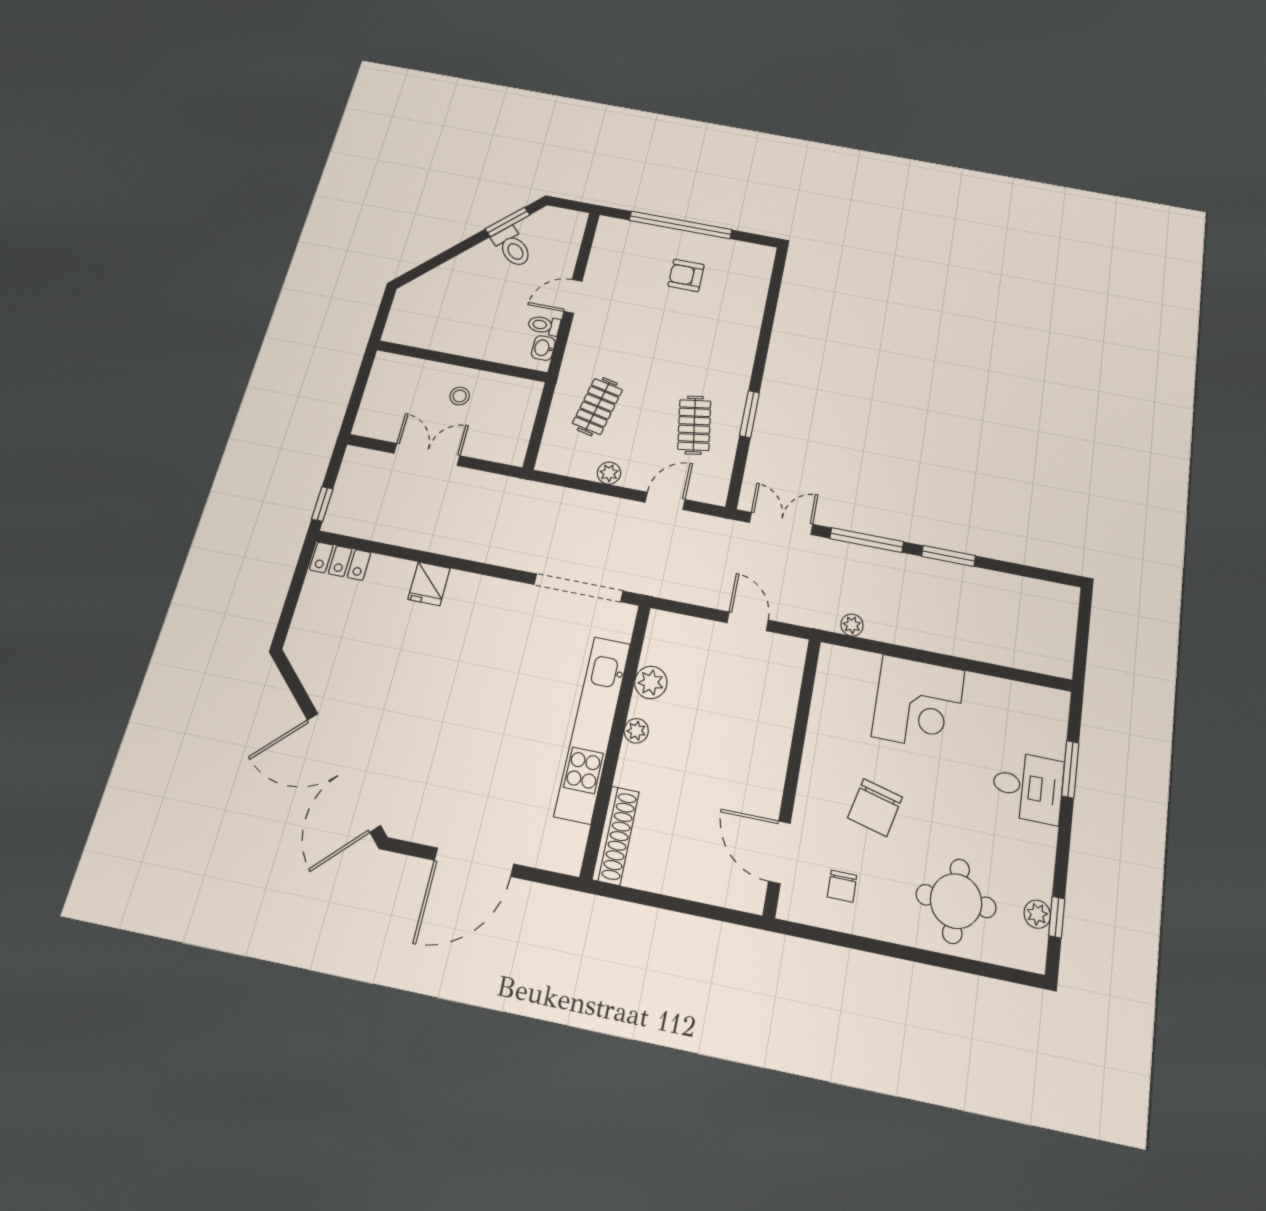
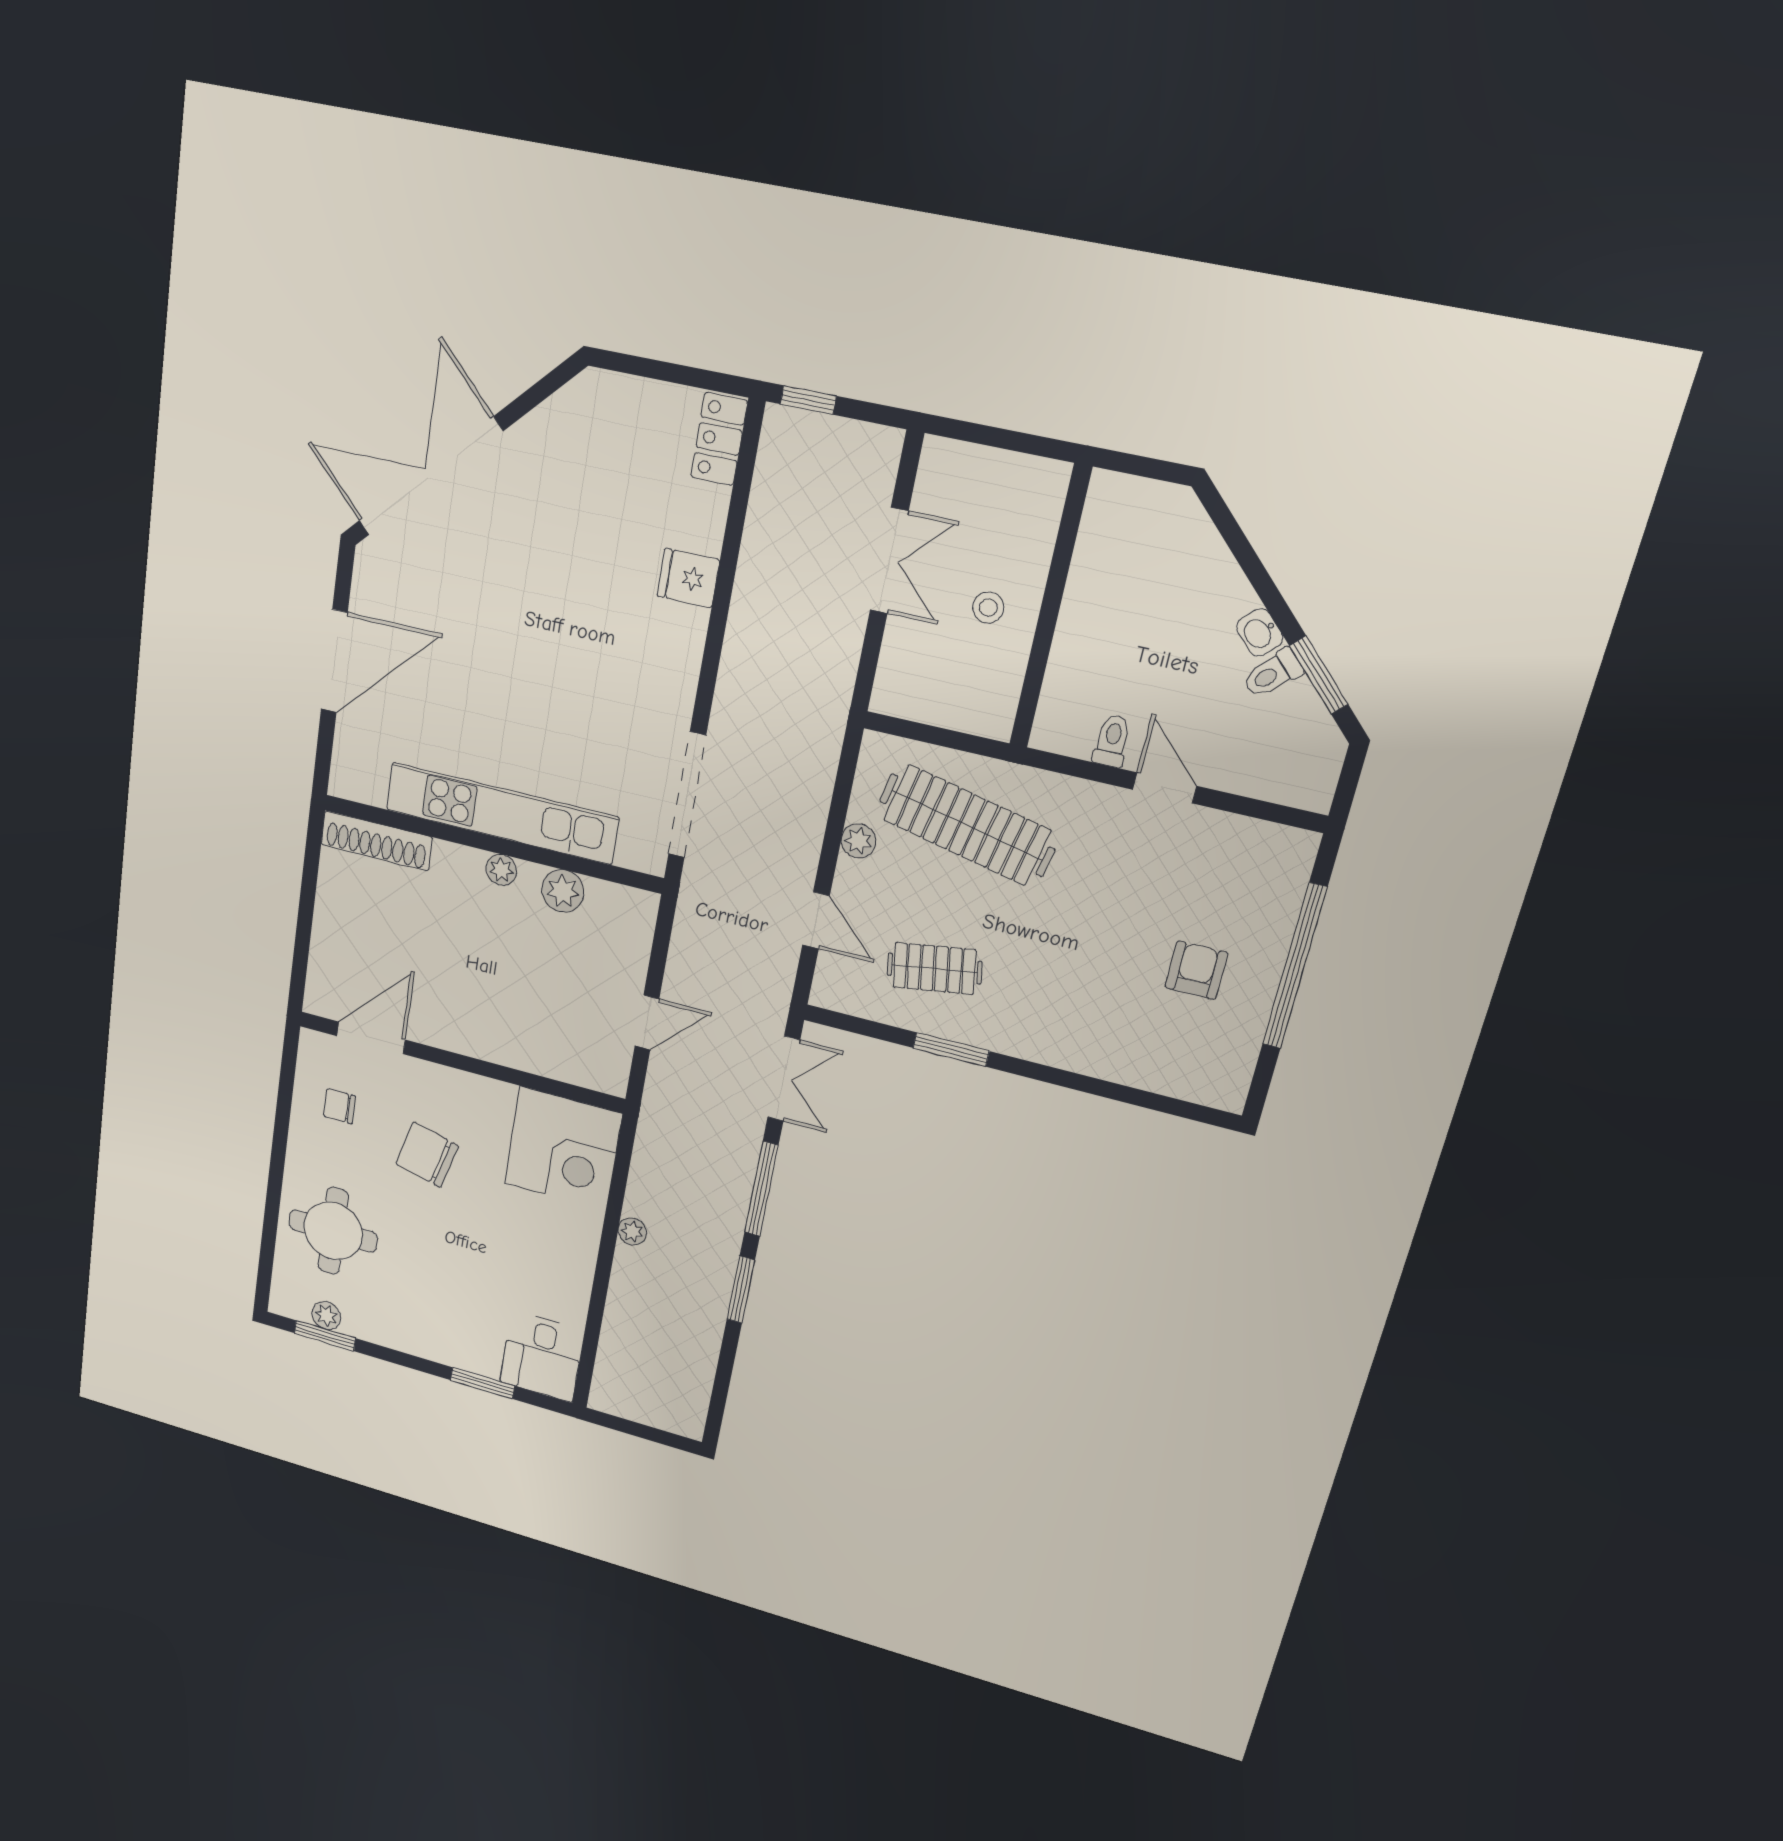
toilet: (512, 247) -> (1273, 674), width x0.73, depth x0.72
washbasin: (543, 348) -> (1260, 633), moved, turned -135
clothes rail: (597, 406) -> (967, 825), width x1.86, depth x1.31
plant: (852, 625) -> (632, 1231), moved
corner desk: (918, 703) -> (563, 1149), moved, turned -90
desk: (1028, 787) -> (542, 1356), moved
door: (474, 862) -> (334, 661), swing flipped
window: (1057, 917) -> (325, 1336), width x1.50

